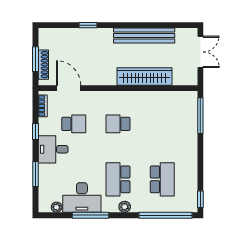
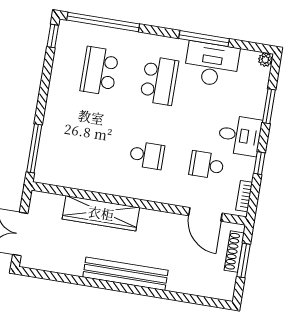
window: (88, 25) -> (166, 295), removed
bench: (144, 36) -> (125, 274), moved
plant: (57, 207) -> (265, 60), moved
plant: (125, 207) -> (156, 42), removed

